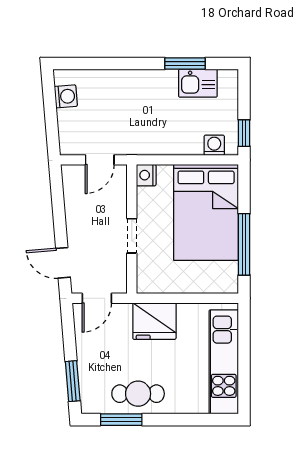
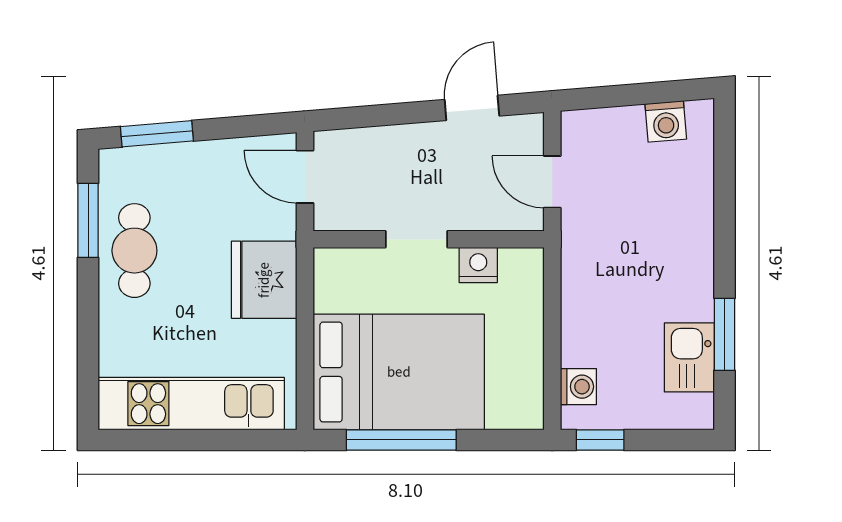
nightstand: (146, 175) -> (478, 265), moved
bed: (206, 212) -> (399, 372), moved, turned 180
door: (63, 263) -> (472, 108), moved

